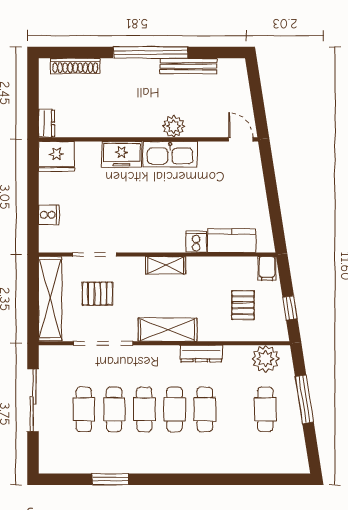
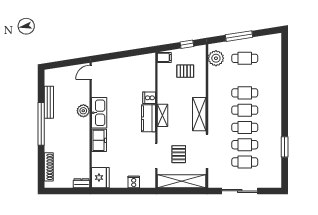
kitchen counter: (232, 241) -> (148, 118), moved
dresser: (201, 353) -> (213, 95), removed

